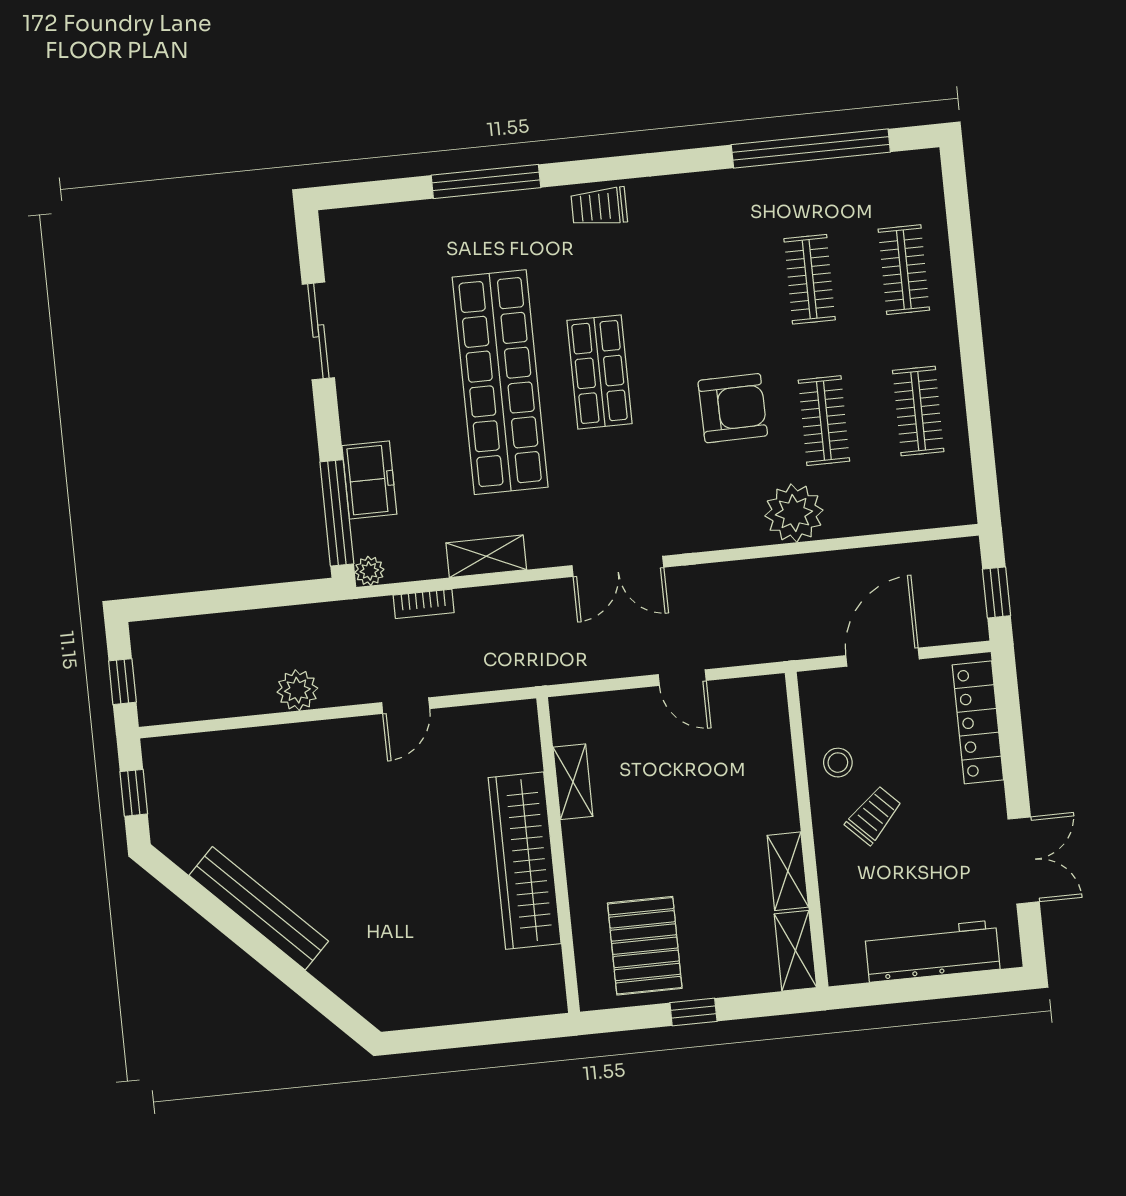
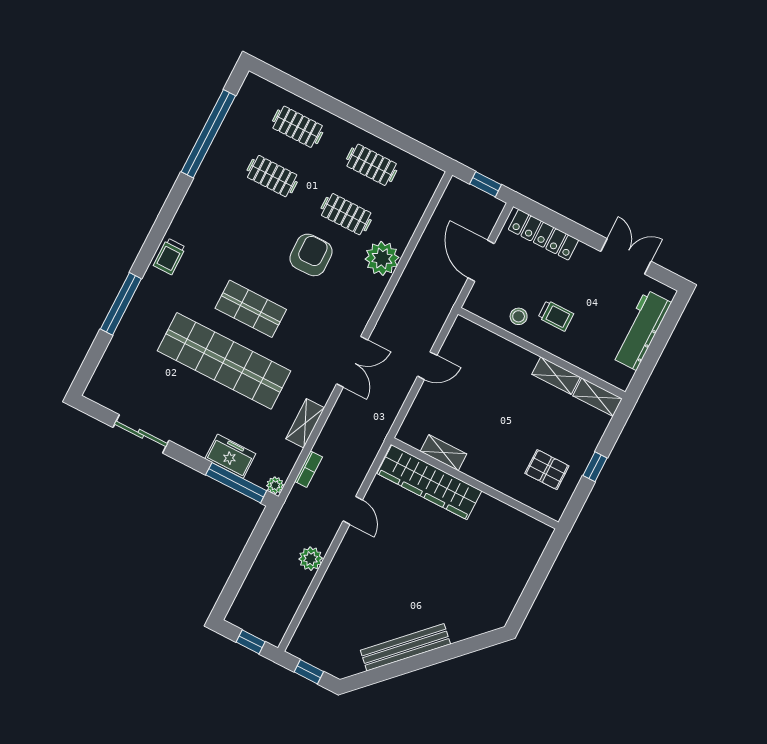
trolley: (874, 815) -> (556, 316), turned 135
wardrobe: (525, 861) -> (429, 482), moved
pallet: (645, 946) -> (547, 470), width x0.67, depth x0.71

